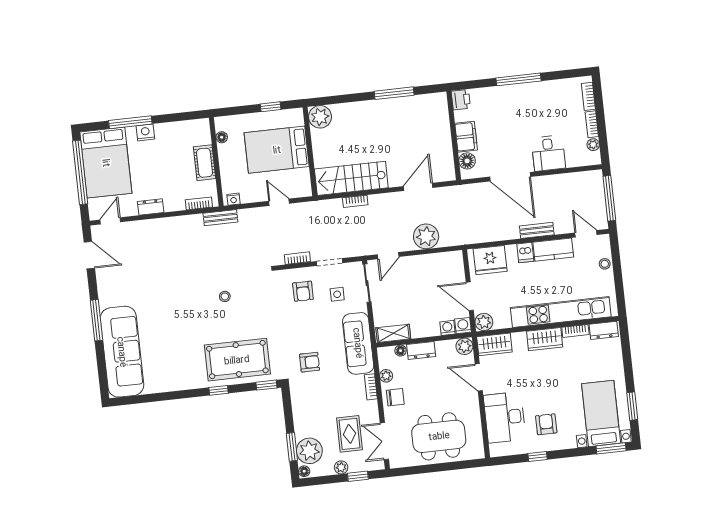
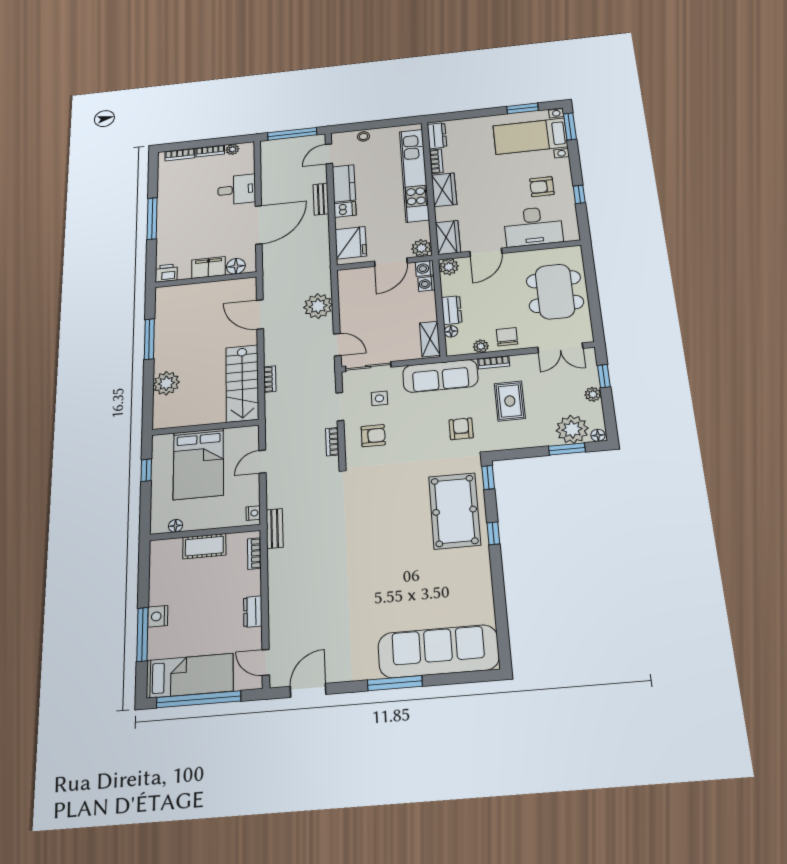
plant: (320, 117) -> (166, 383), moved
bed: (106, 163) -> (190, 676), width x0.67
stool: (225, 296) -> (374, 525), removed
rug: (349, 434) -> (510, 401), moved, turned 90

